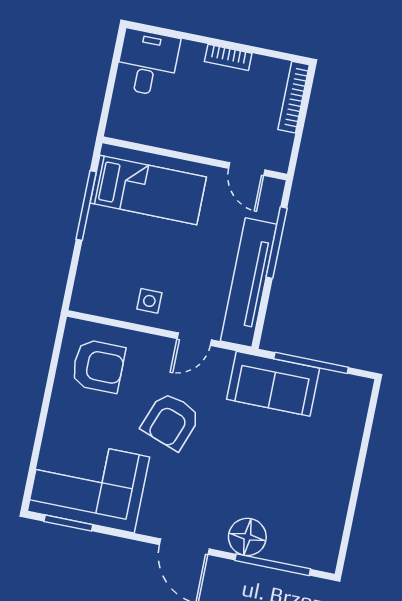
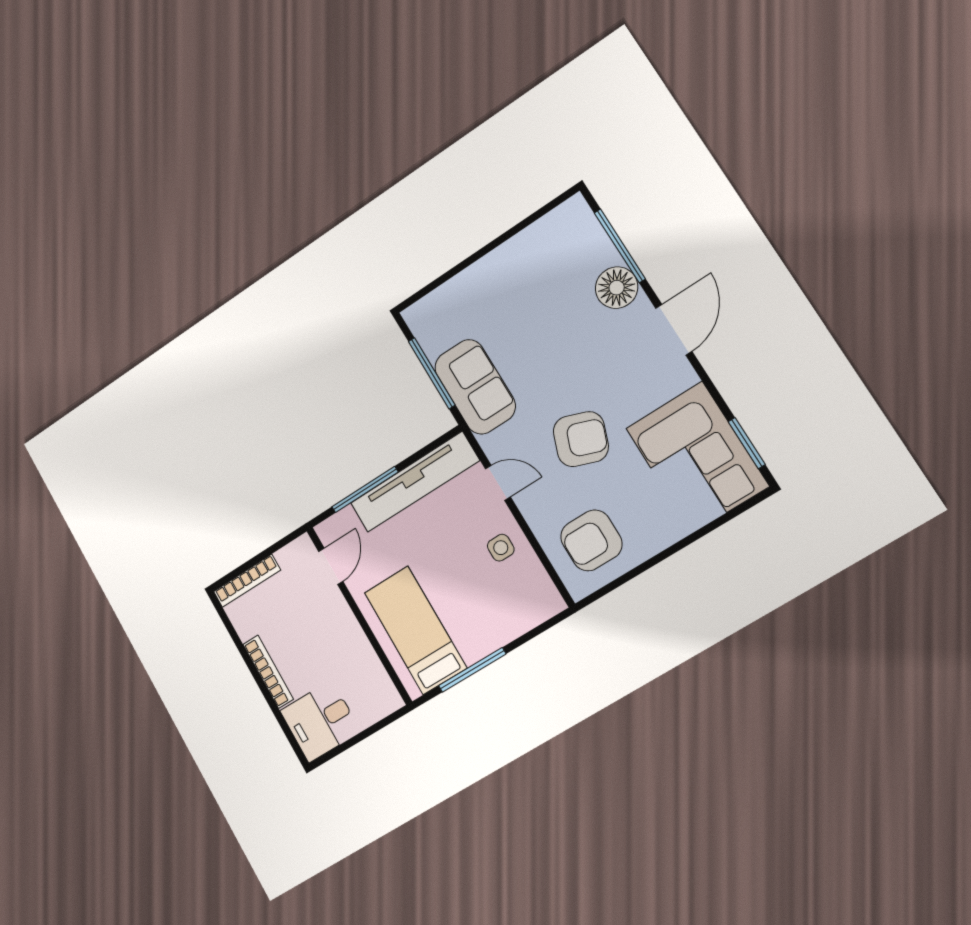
bookcase: (228, 57) -> (268, 672), width x1.56
armchair: (98, 366) -> (591, 540), turned -90

